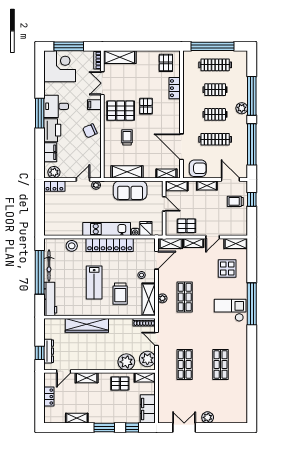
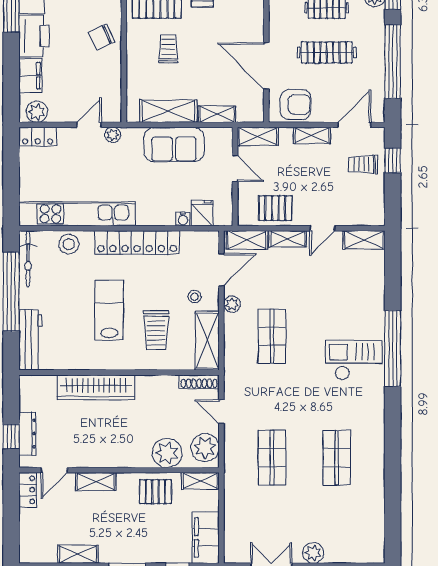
shelving: (166, 174) -> (217, 114), moved
door: (230, 180) -> (354, 125), hinge flipped
kitchen unit: (107, 229) -> (77, 214), moved, width x1.36
bicycle: (49, 266) -> (28, 259), moved
display table: (227, 268) -> (349, 285), removed
lab bench: (94, 282) -> (109, 310), turned 180
plant: (162, 298) -> (232, 304), moved
locker: (49, 397) -> (28, 490), moved

